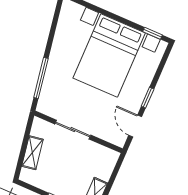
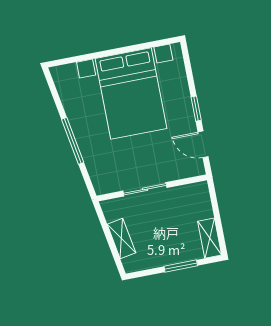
window: (152, 33) -> (158, 43), removed
window: (41, 78) -> (73, 141), moved

